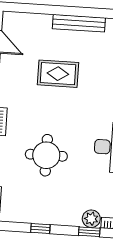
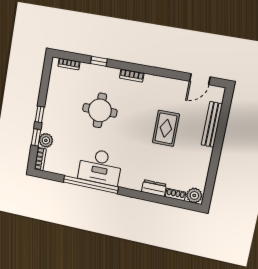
bench: (79, 23) -> (212, 124), moved
window: (40, 228) -> (40, 114), moved

